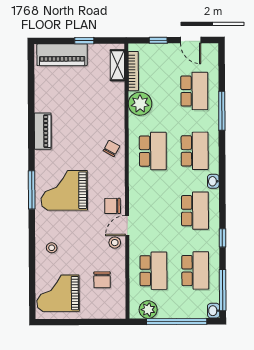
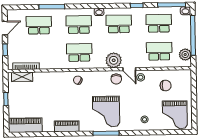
piano: (62, 55) -> (25, 125), moved, turned -90
plant: (140, 104) -> (114, 60), moved

